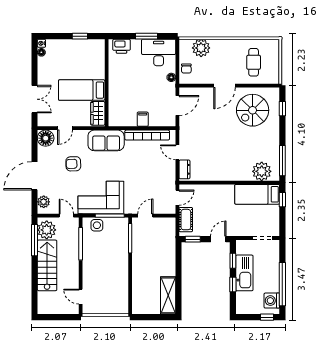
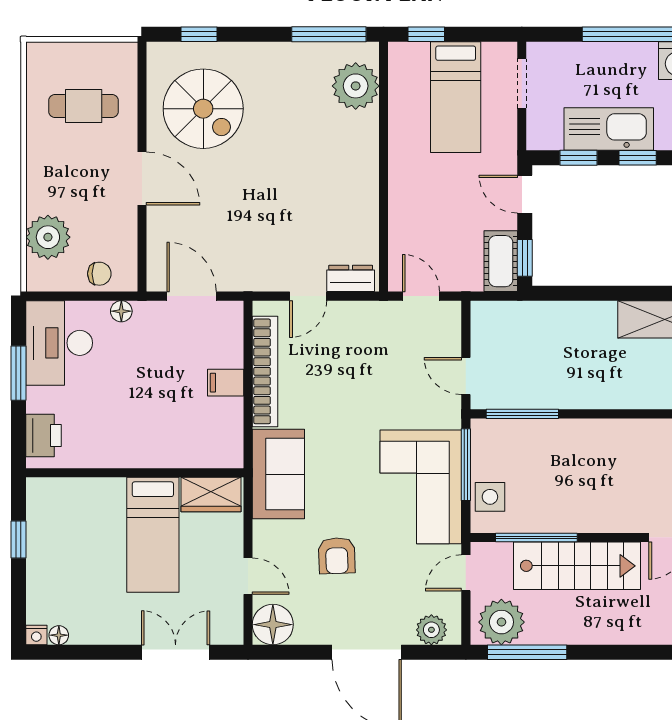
bed: (257, 194) -> (456, 97), moved
cot: (186, 220) -> (501, 261), moved, turned 90
stairs: (47, 265) -> (577, 566), moved, turned 180

